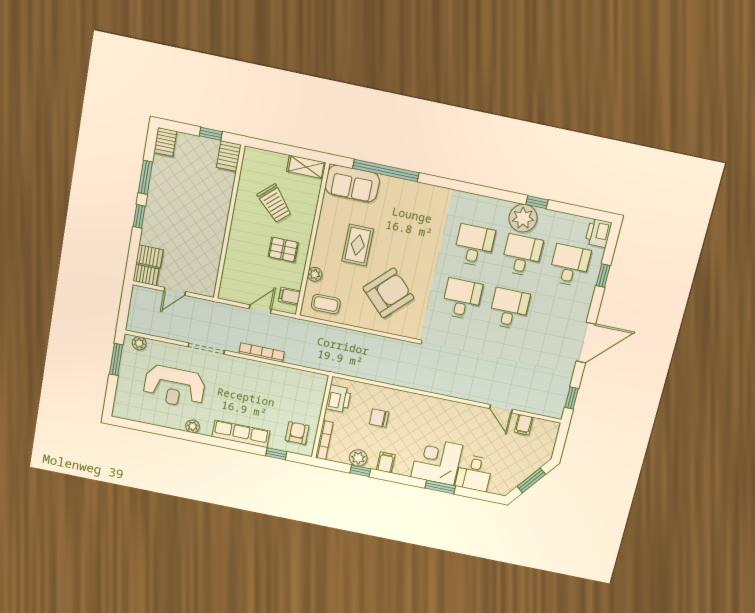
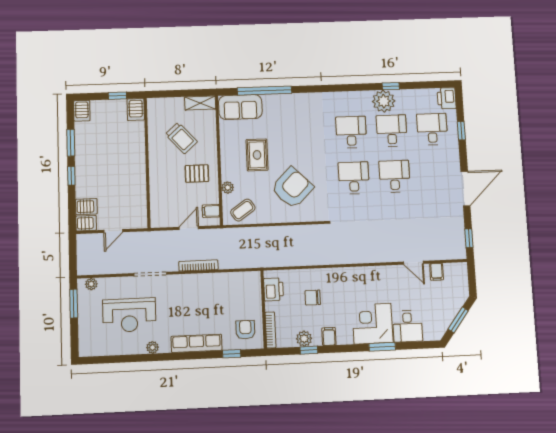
coffee table: (326, 304) -> (243, 210), turned -35

